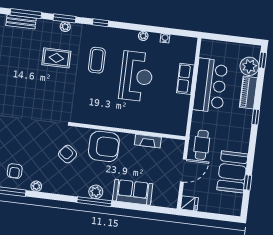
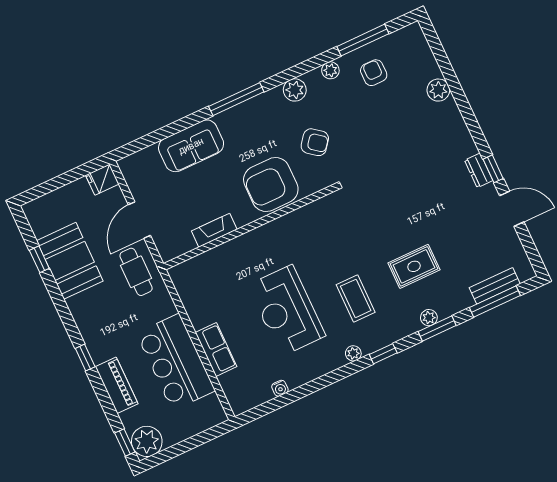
plant: (143, 36) -> (353, 353), moved
plant: (249, 66) -> (147, 441), moved
plant: (96, 192) -> (295, 90), moved

